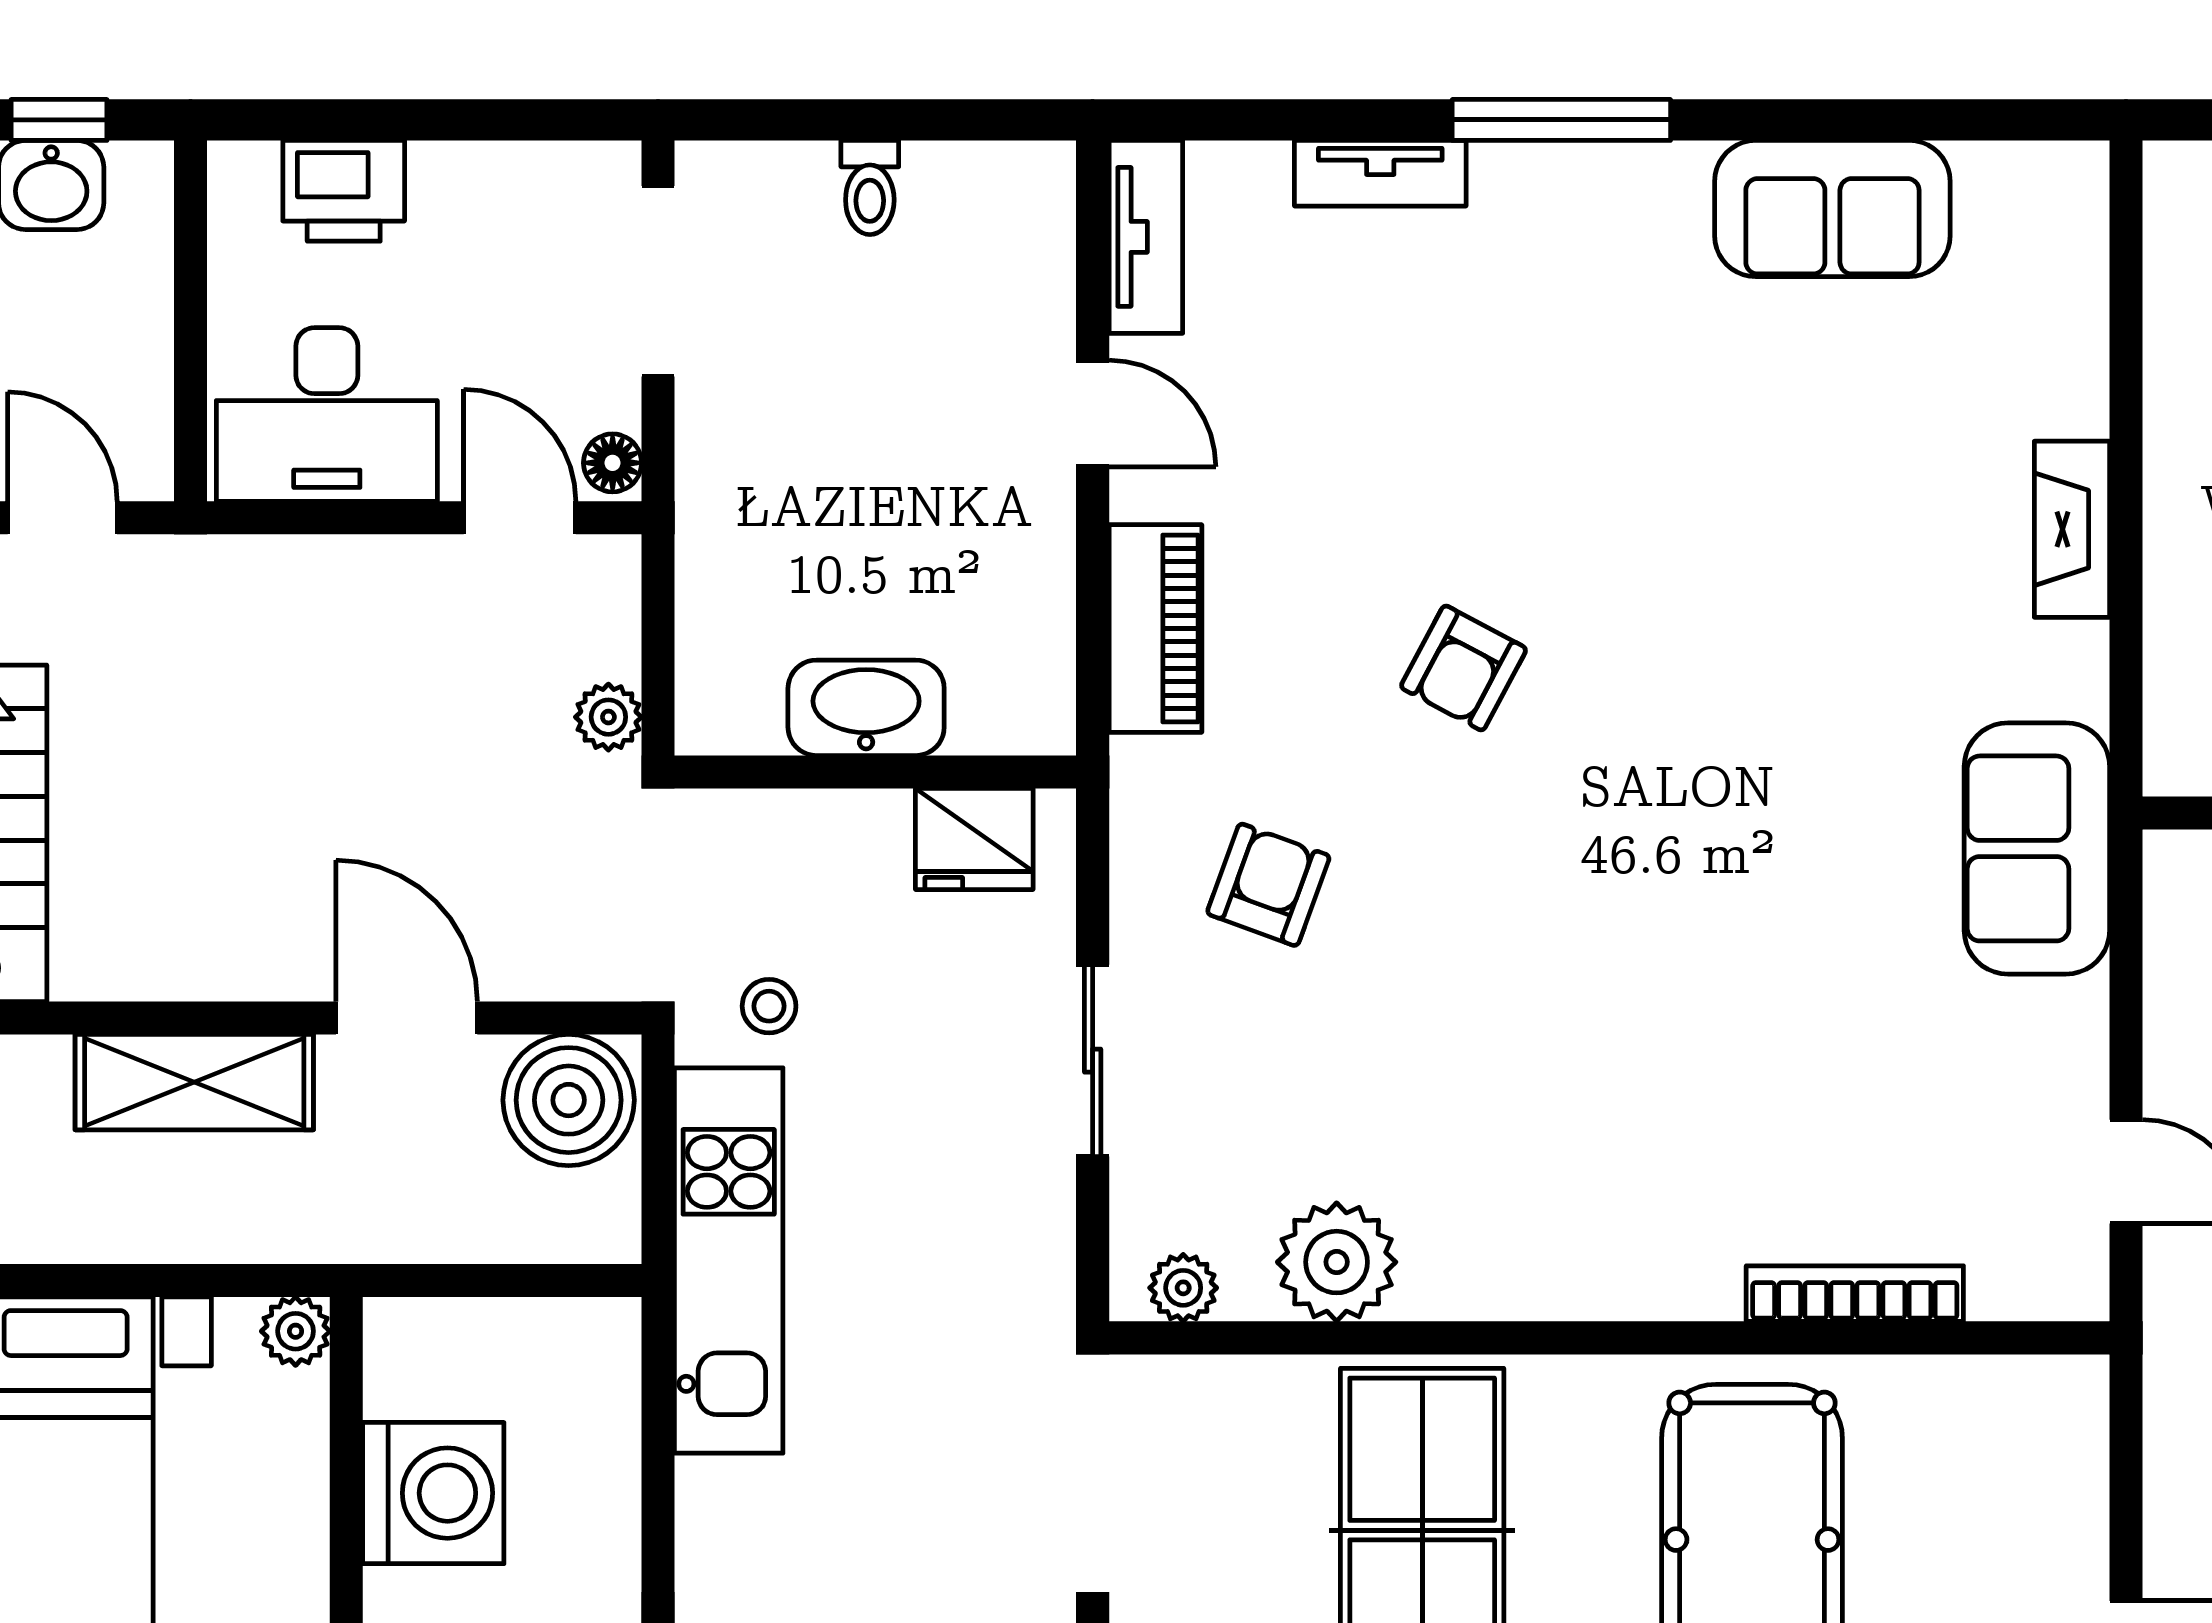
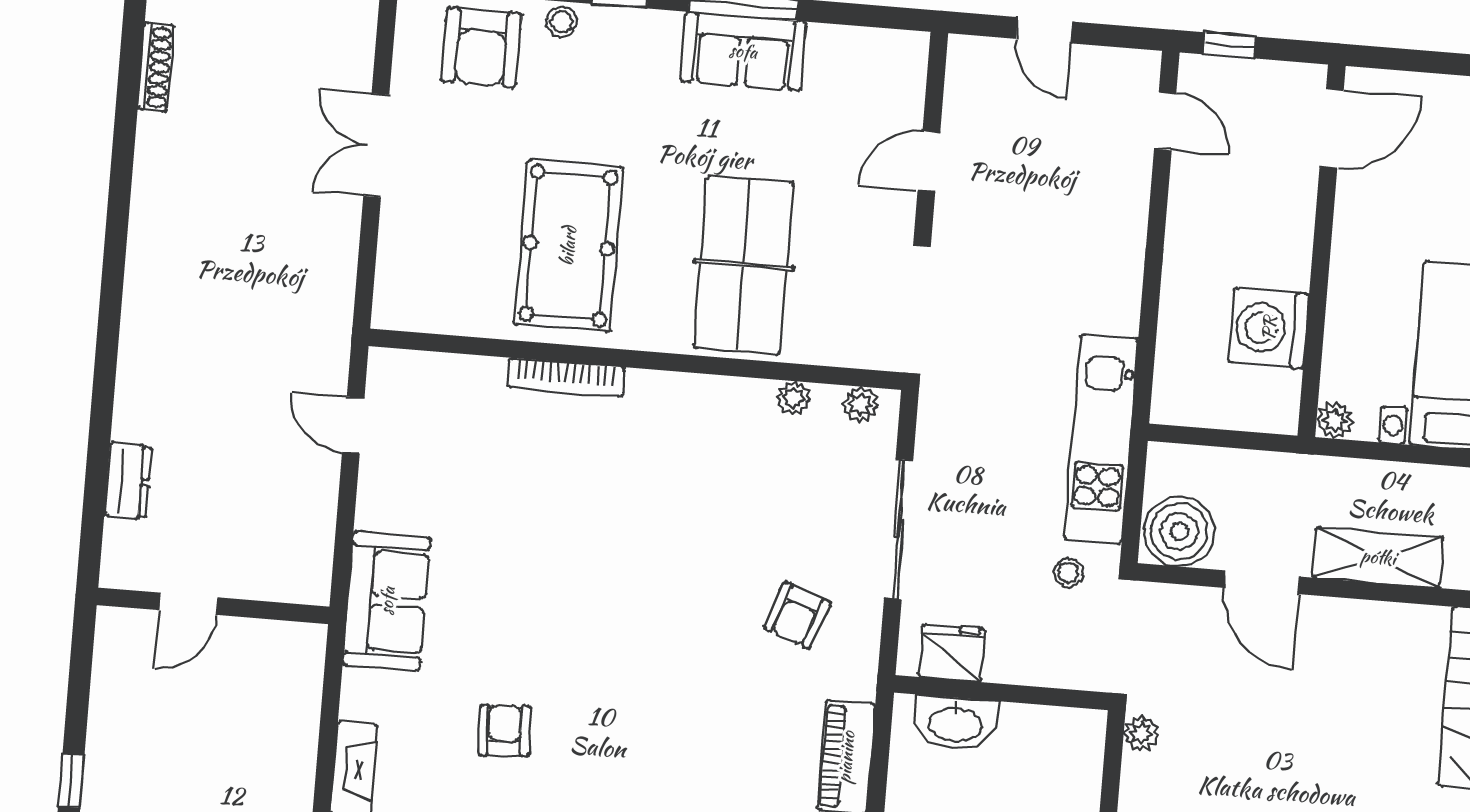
armchair: (1464, 668) -> (505, 731), moved, turned -31
washbasin: (866, 708) -> (955, 723), moved
sliding door: (1093, 1061) -> (899, 529), width x1.37
plant: (1337, 1262) -> (793, 398), width x0.53, depth x0.53
bookcase: (1855, 1294) -> (566, 377), moved

